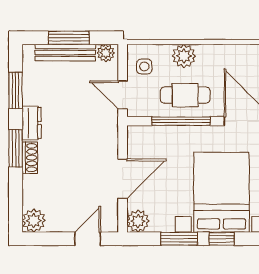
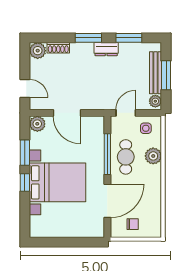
shoe rack: (30, 158) -> (58, 48), moved

